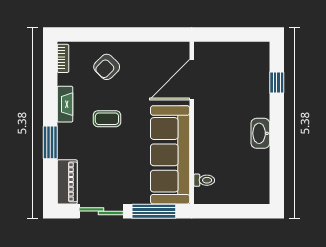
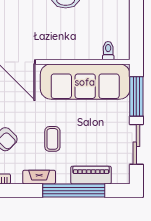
window: (50, 142) -> (74, 191), width x2.11
piano: (67, 182) -> (91, 175), moved

